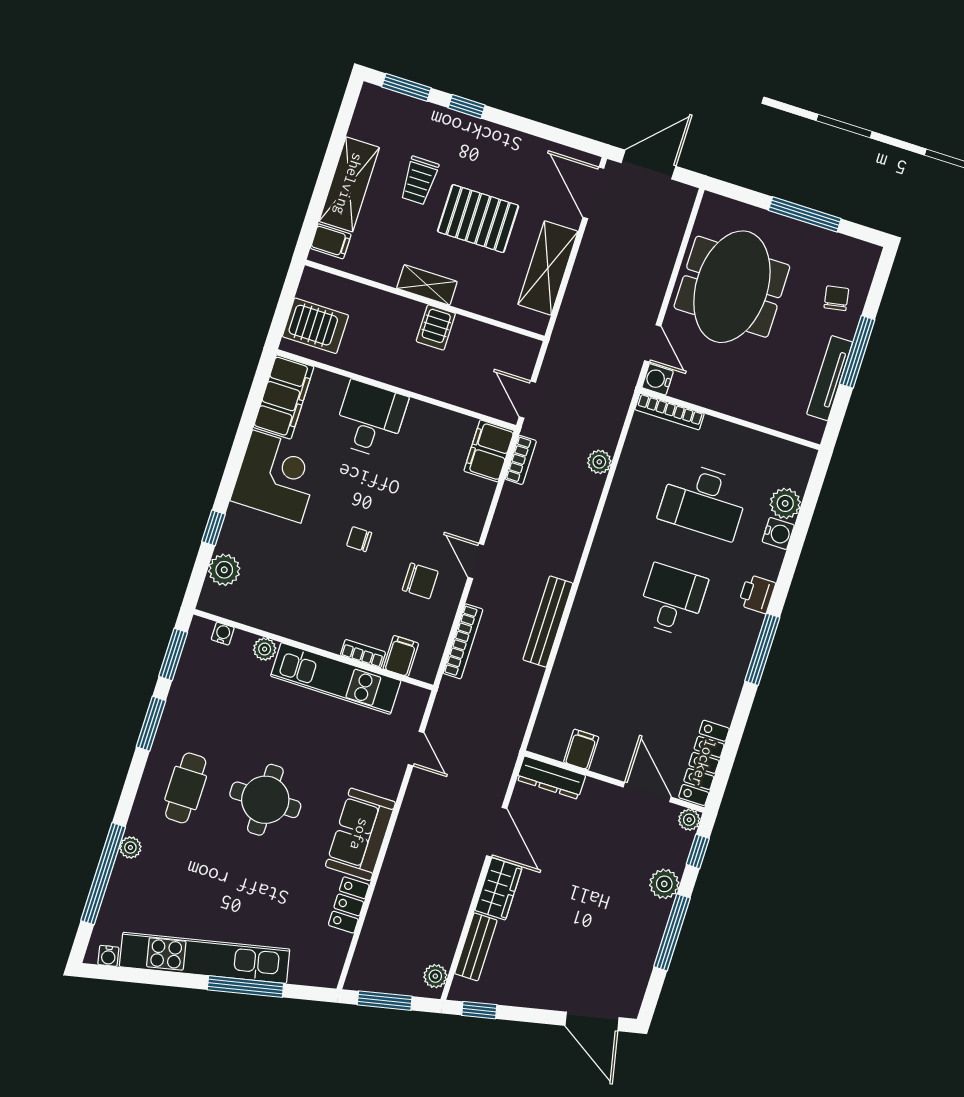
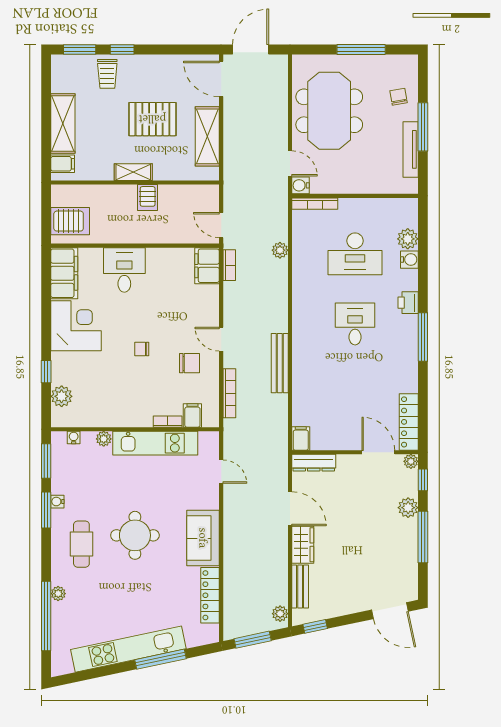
trolley: (419, 180) -> (107, 74), moved
filing cabinet: (581, 750) -> (301, 438), moved
locker: (349, 905) -> (210, 595), width x1.53
water cooler: (108, 956) -> (57, 502), moved, turned 102

